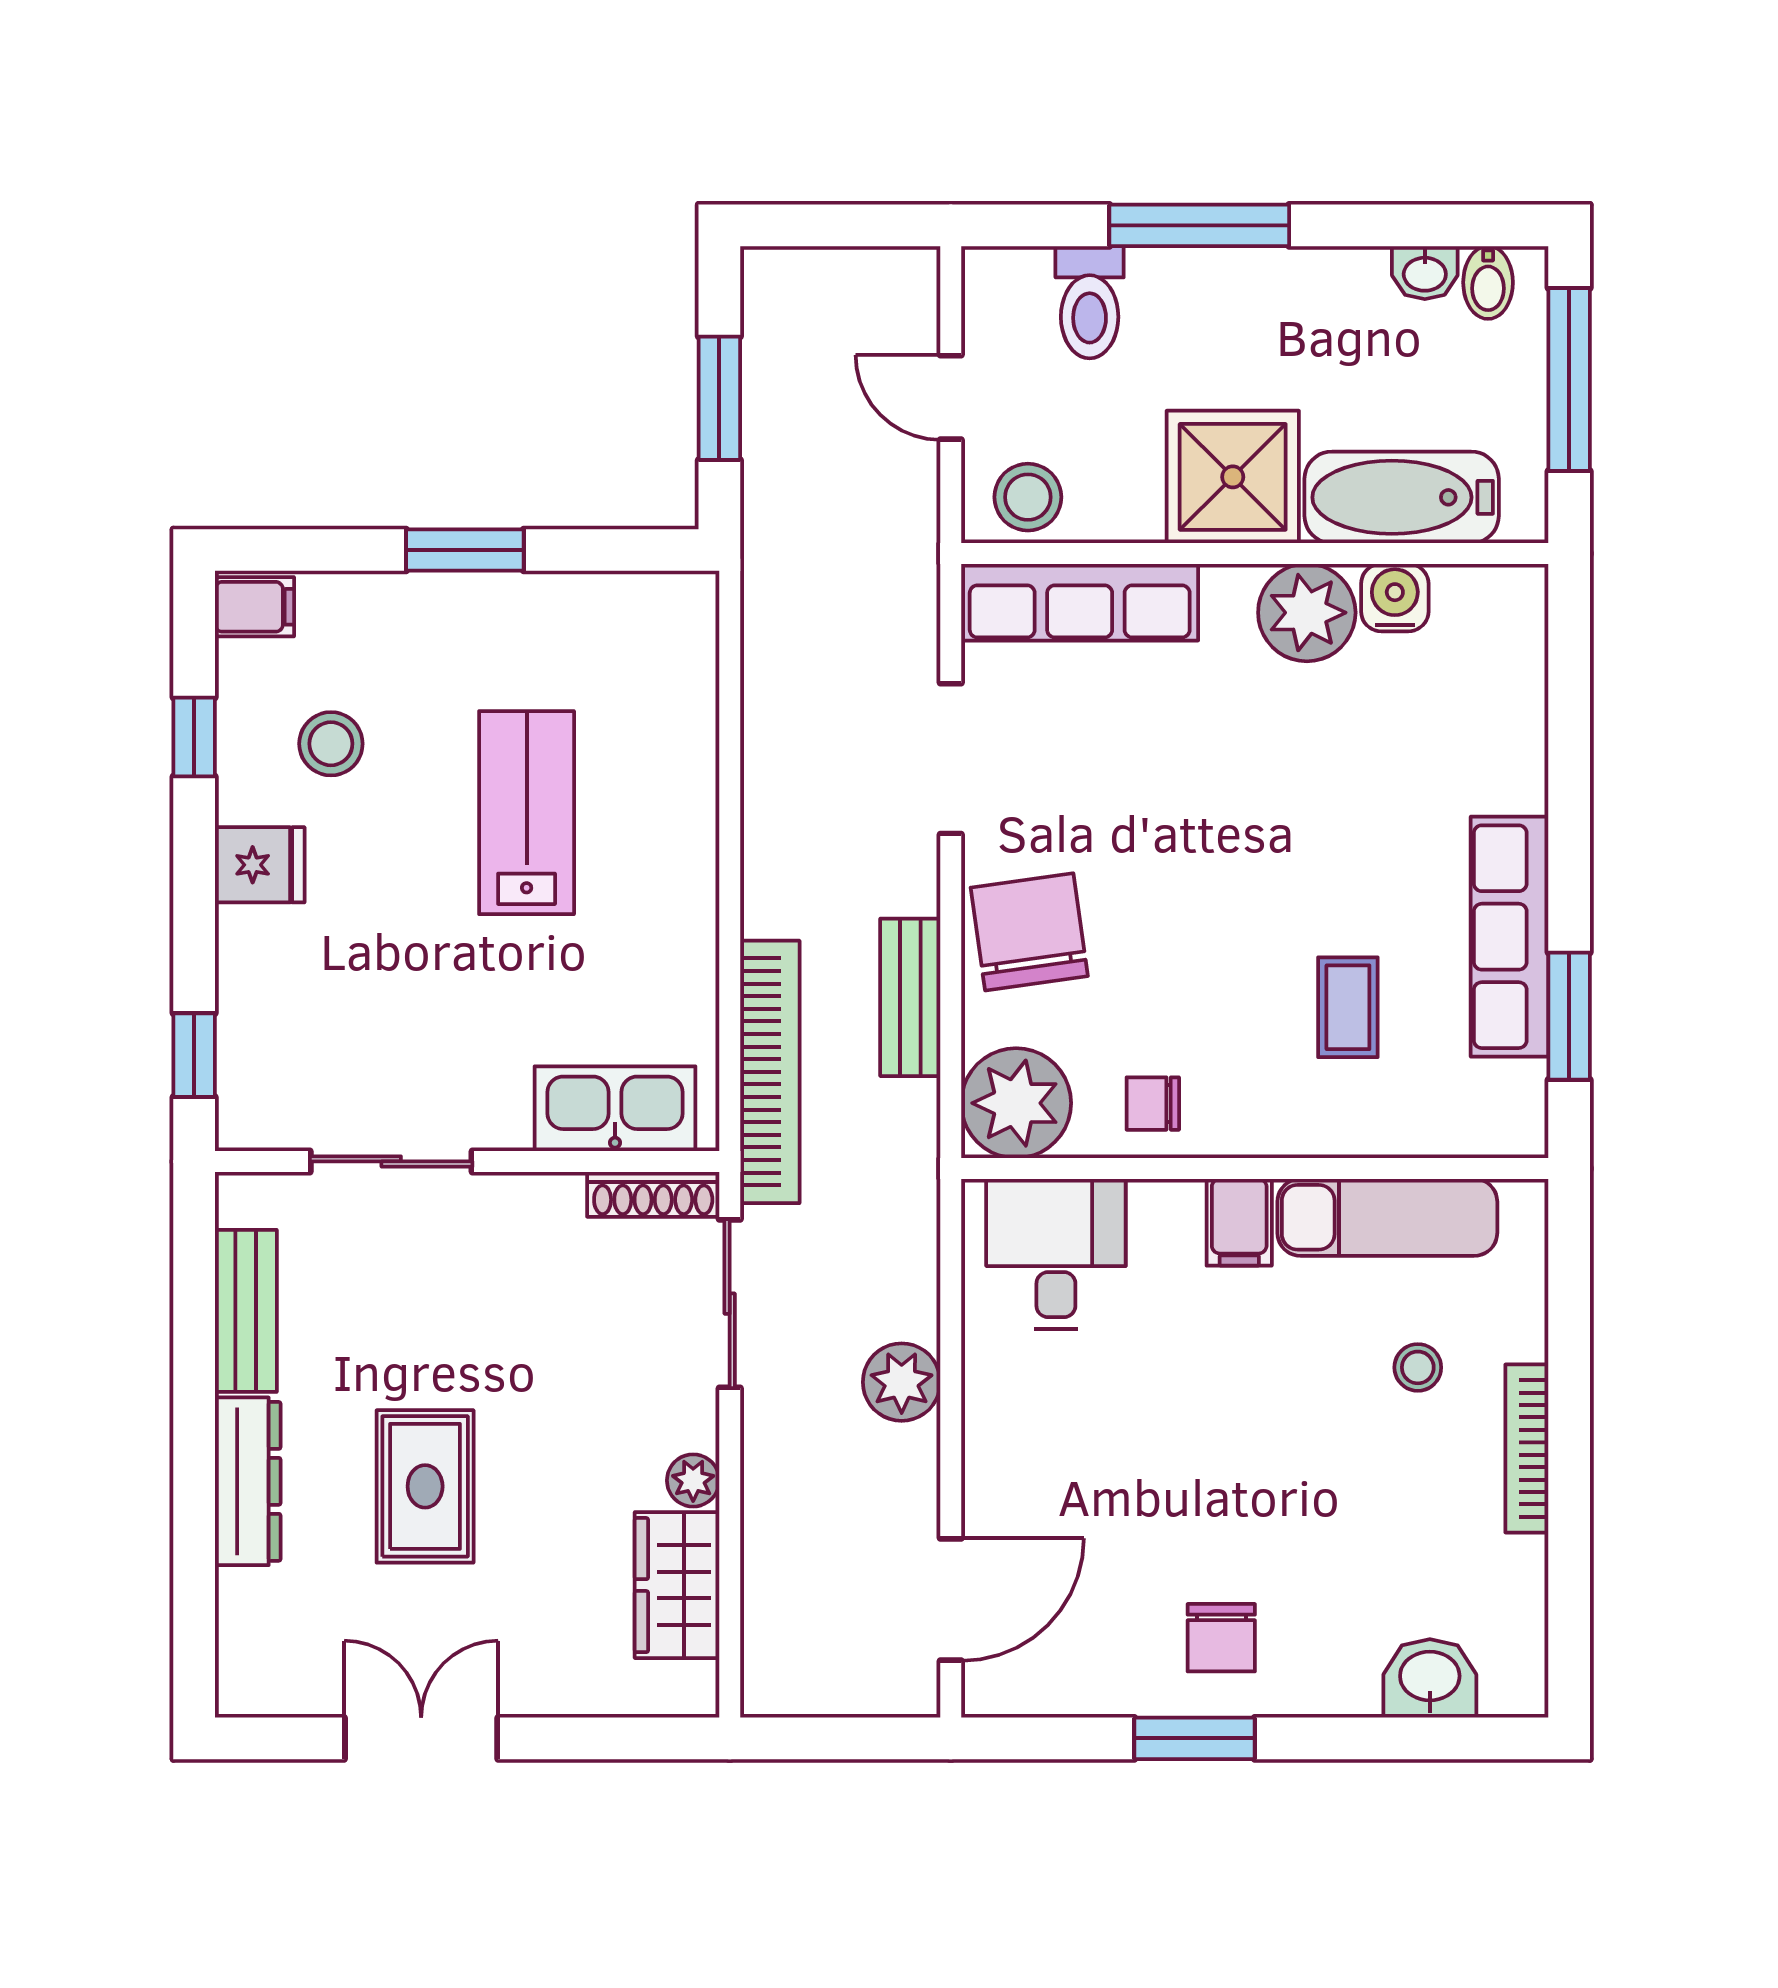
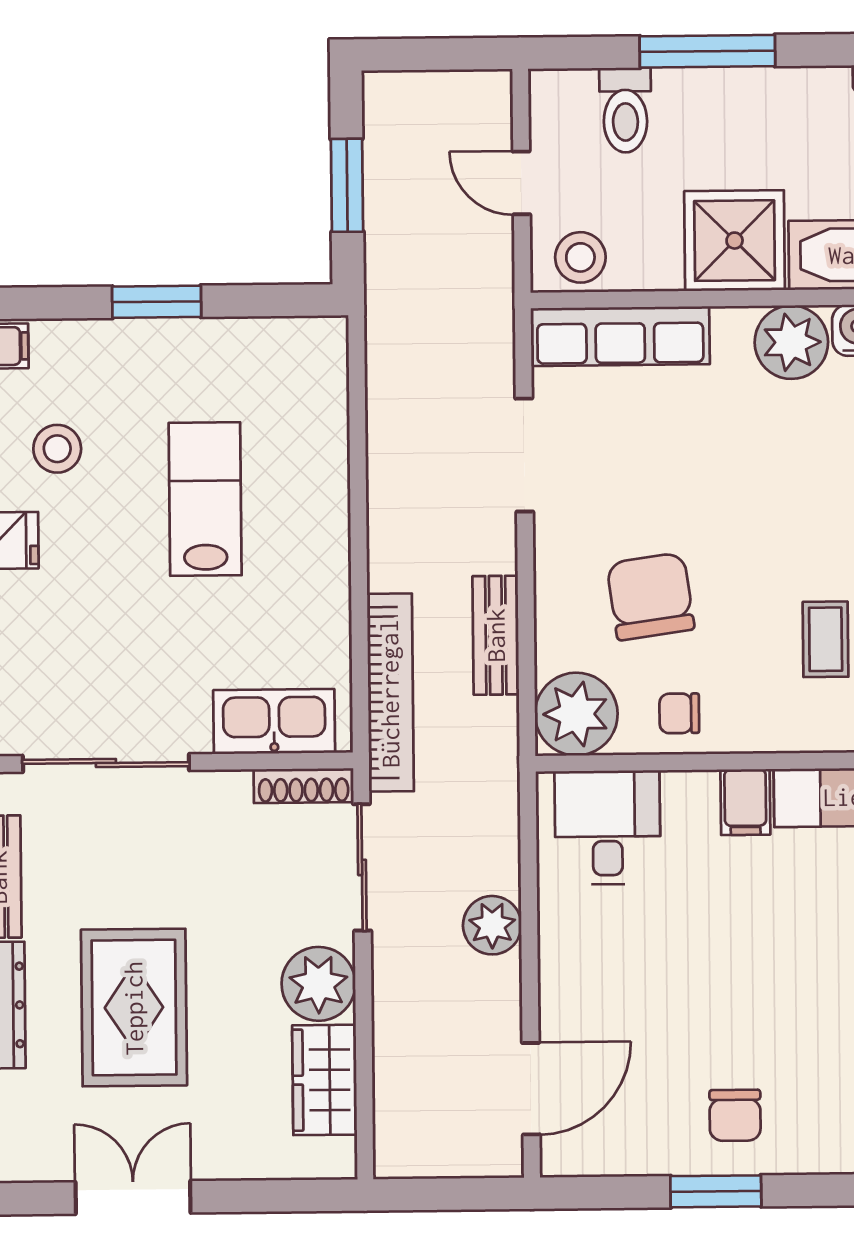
chair: (1029, 932) -> (650, 596), moved
sliding door: (391, 1161) -> (106, 763), width x1.37
plant: (693, 1480) -> (318, 984), width x1.87, depth x1.87
rug: (425, 1486) -> (134, 1008), width x1.36, depth x1.43

